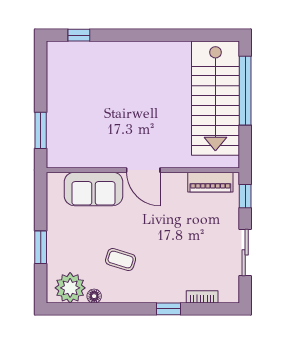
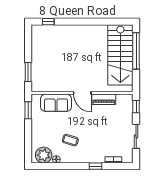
piano: (210, 182) -> (104, 99), moved
window: (41, 247) -> (28, 110), moved

